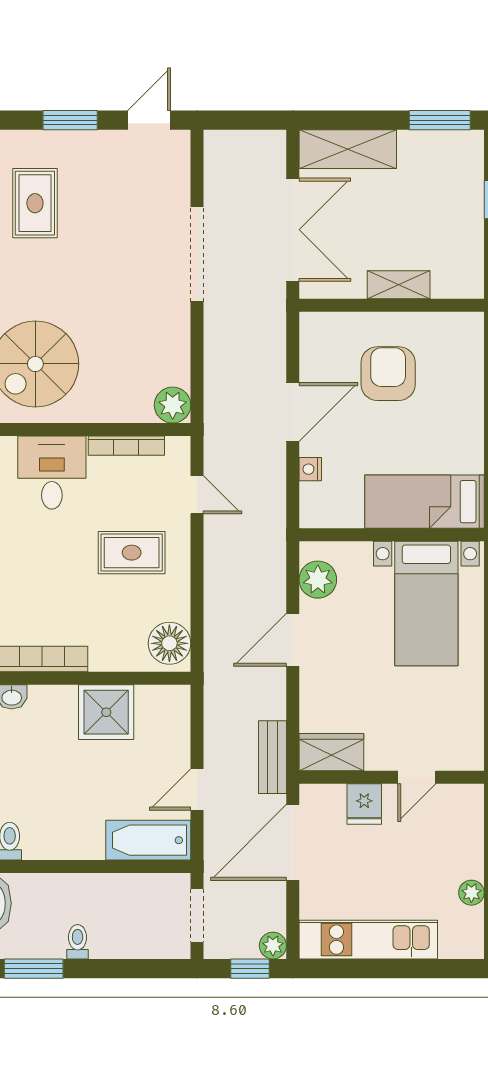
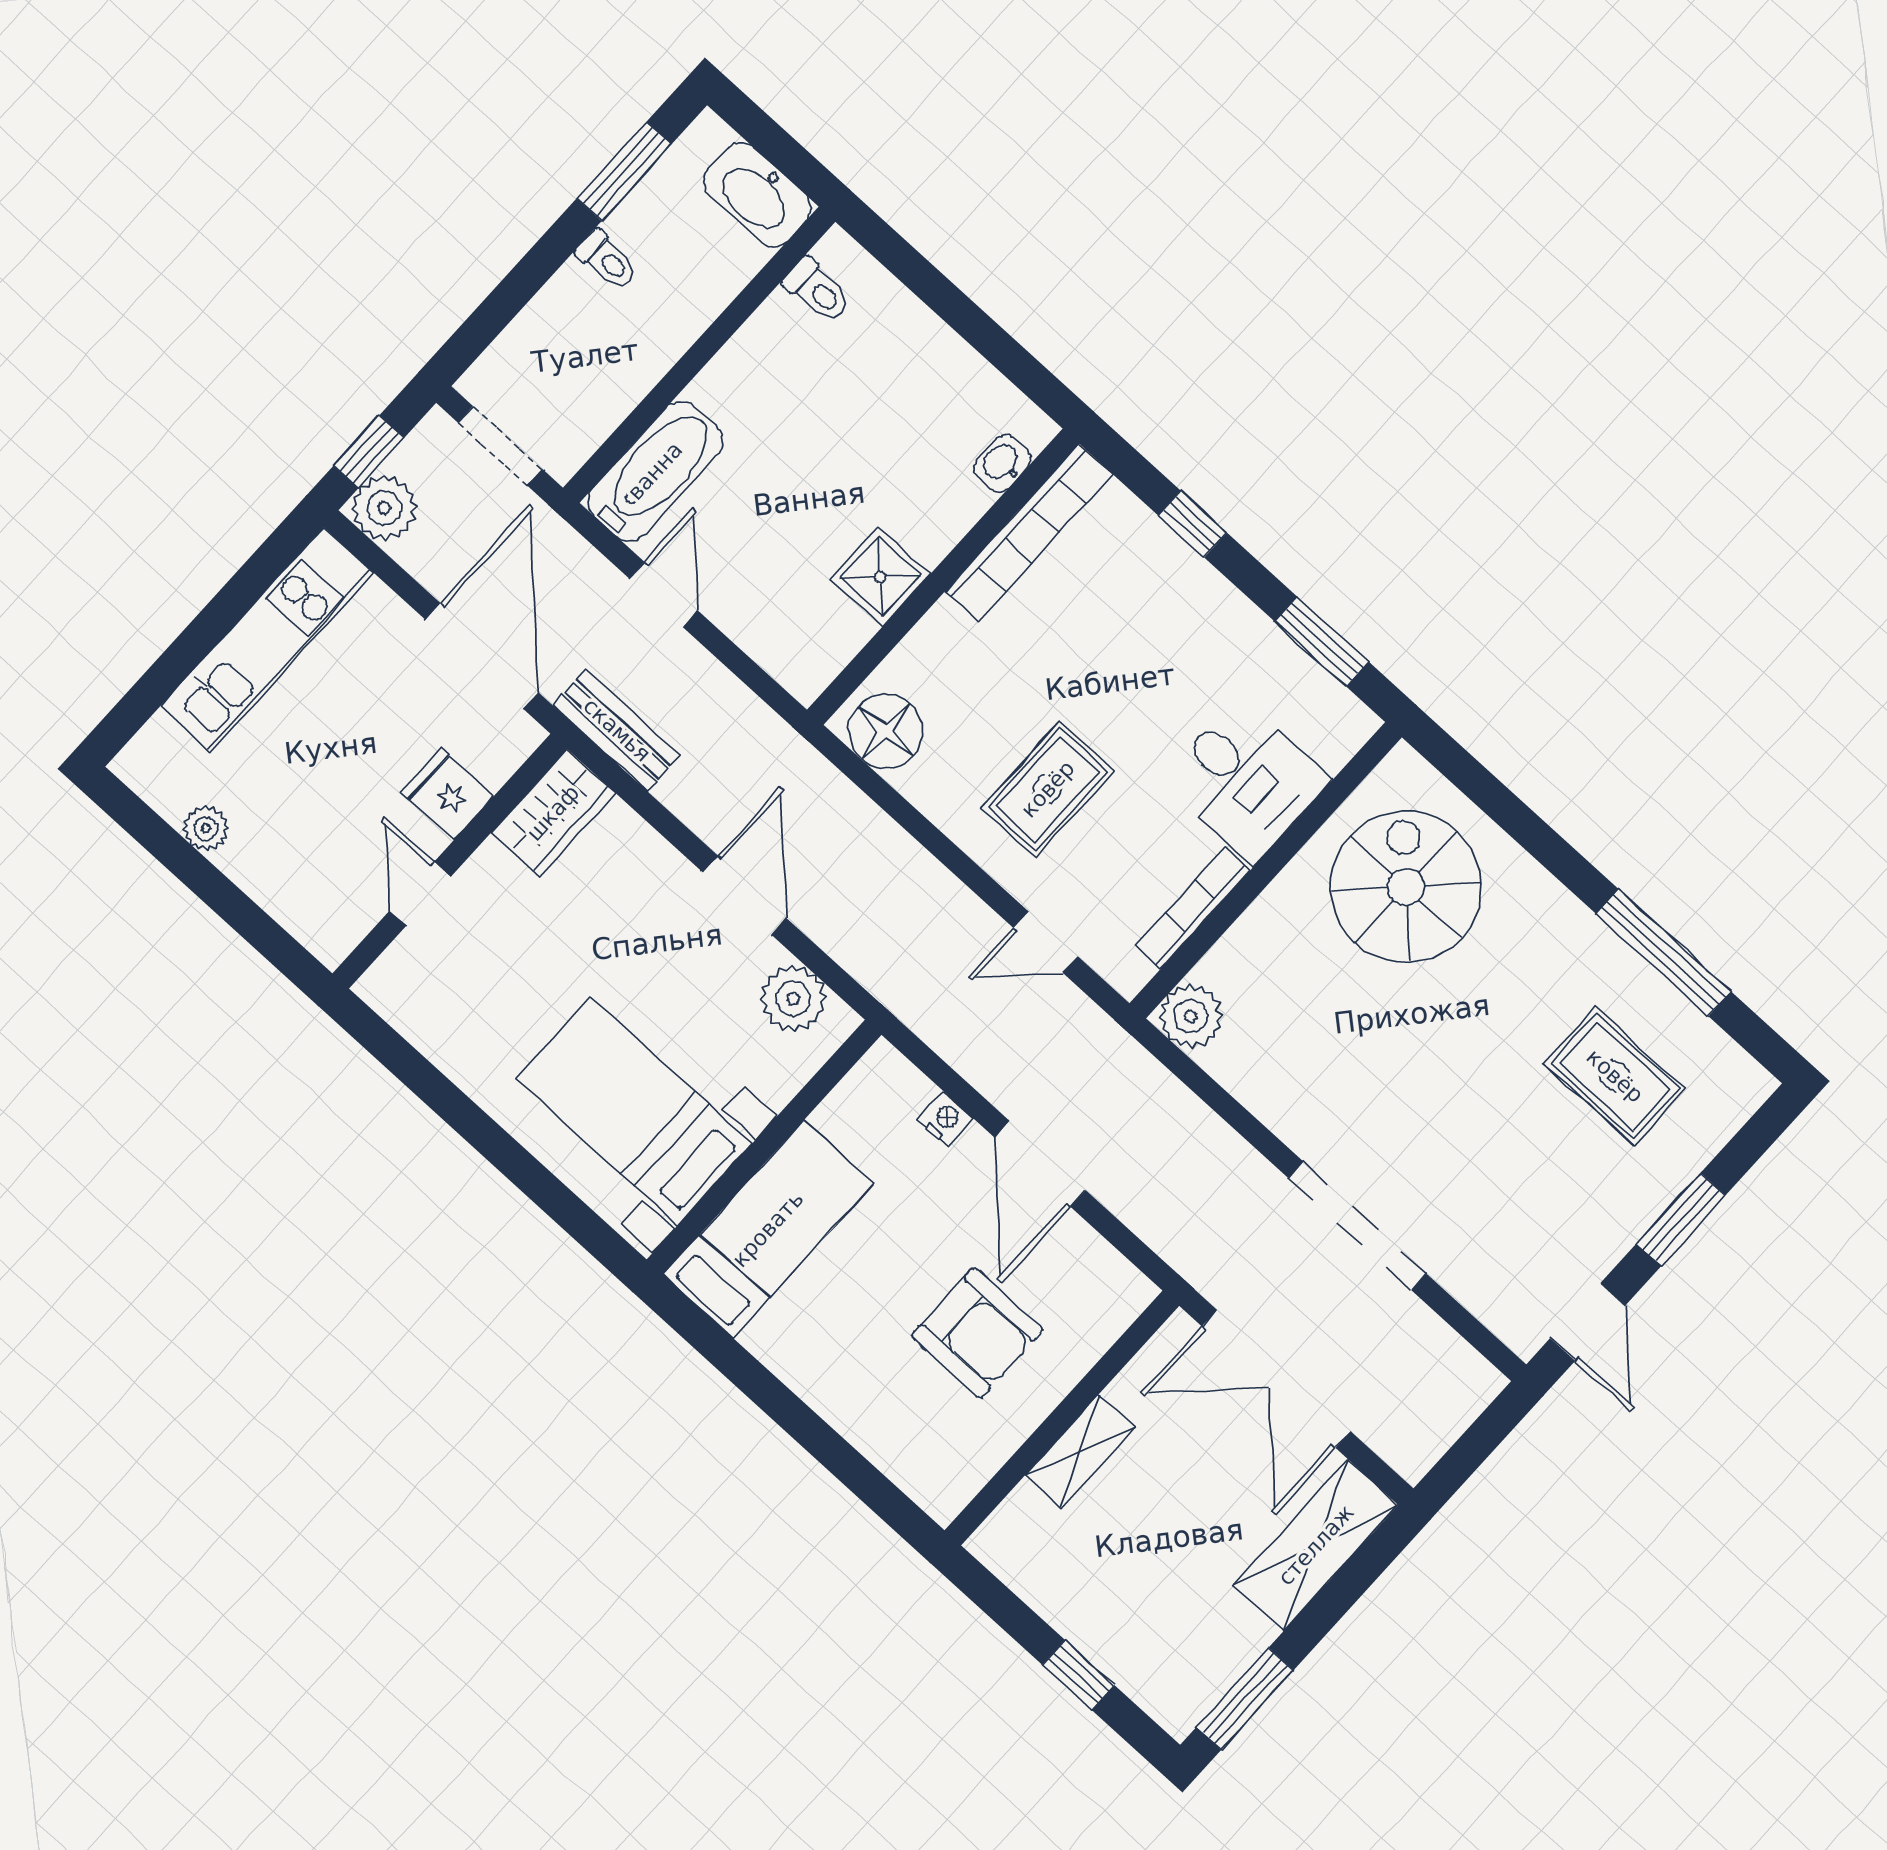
shower: (106, 712) -> (880, 577), width x0.73, depth x0.73
plant: (273, 946) -> (384, 508), width x1.38, depth x1.38

